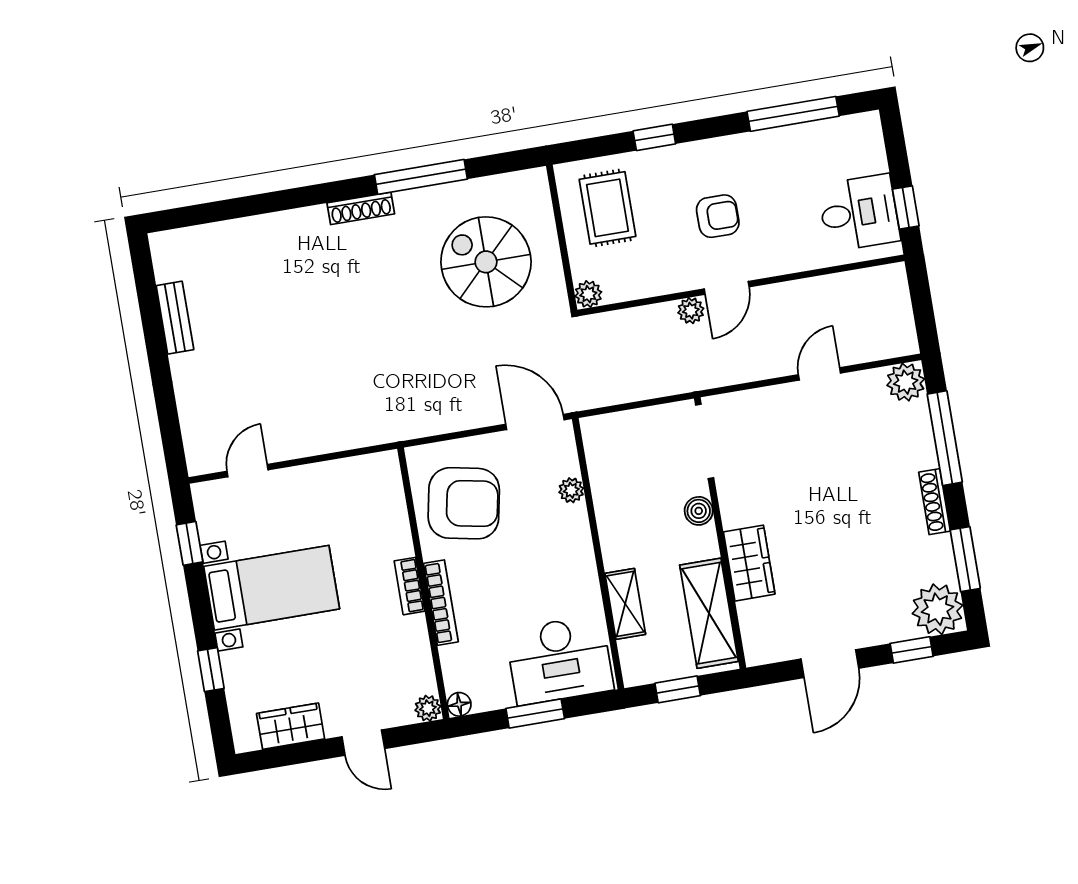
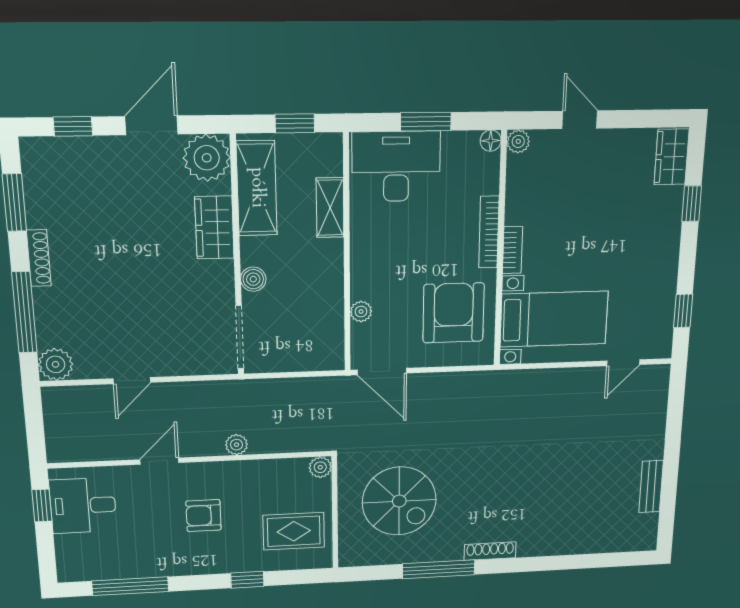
rug: (607, 208) -> (294, 531), turned 90
door: (727, 288) -> (159, 461), moved
armchair: (464, 503) -> (454, 313), turned 79
bed with nightstands: (272, 588) -> (554, 319), moved, turned 180
plant: (938, 609) -> (207, 158), moved
wardrobe: (291, 726) -> (672, 157), moved, turned 90

